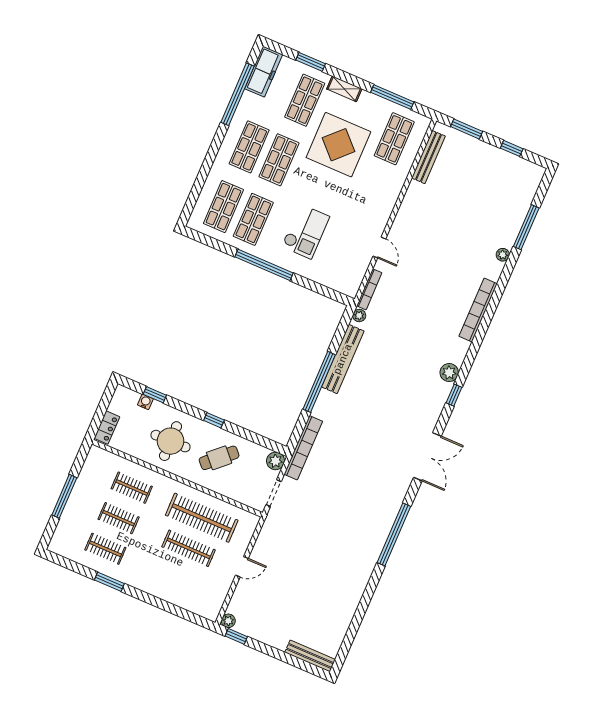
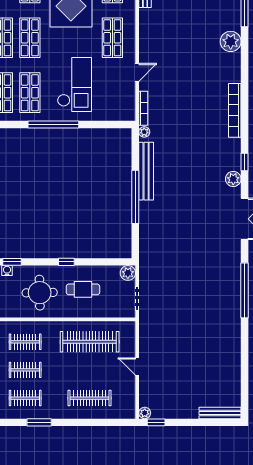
shop shelf: (369, 198) -> (112, 38), added
checkout: (306, 231) -> (74, 85), width x1.36, depth x1.21
door: (379, 248) -> (137, 72), hinge flipped
plant: (503, 255) -> (231, 41), width x1.88, depth x1.88
bookcase: (478, 310) -> (235, 110), moved
plant: (449, 373) -> (233, 179), moved
bookcase: (303, 448) -> (145, 253), removed
cafe table: (219, 458) -> (83, 289), turned 43
clothes rail: (189, 548) -> (90, 398), moved
door: (242, 567) -> (137, 366), swing flipped

